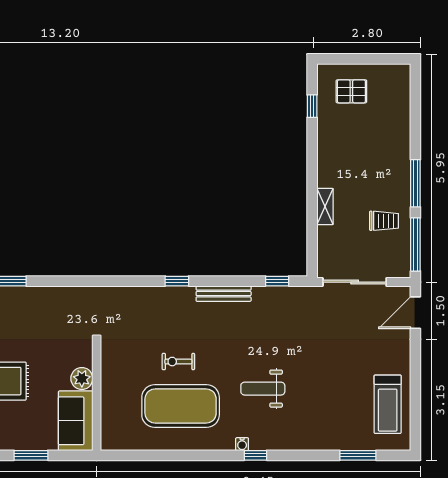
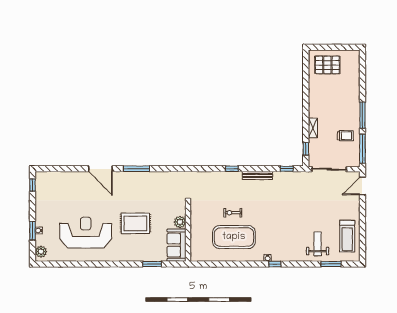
pallet: (351, 91) -> (327, 65), width x1.50, depth x1.42
window: (312, 106) -> (306, 149), moved
weight bench: (263, 389) -> (318, 244), moved, turned 90

